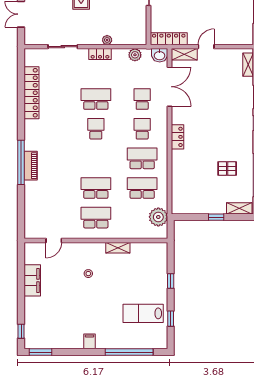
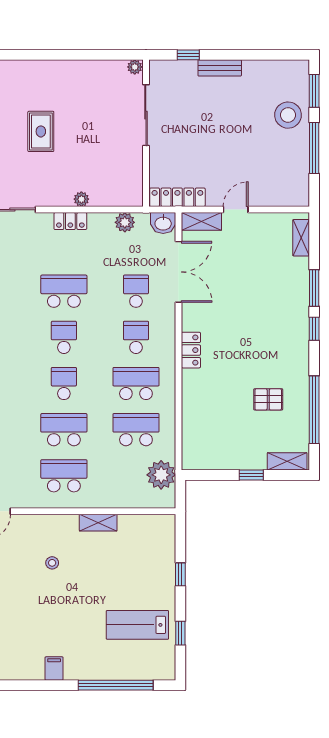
school desk: (96, 158) -> (64, 384), added

